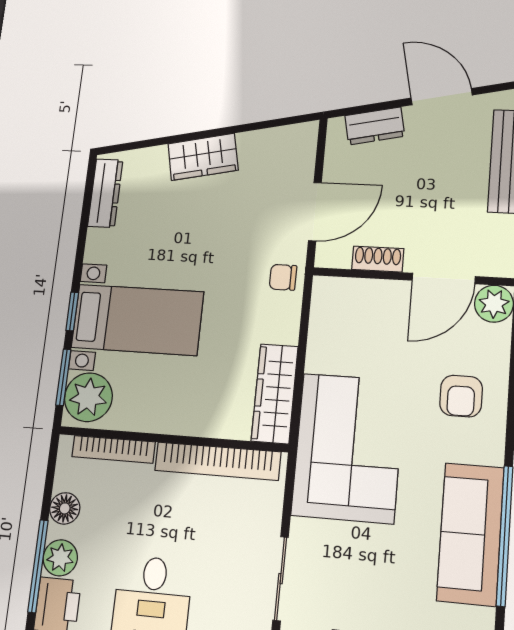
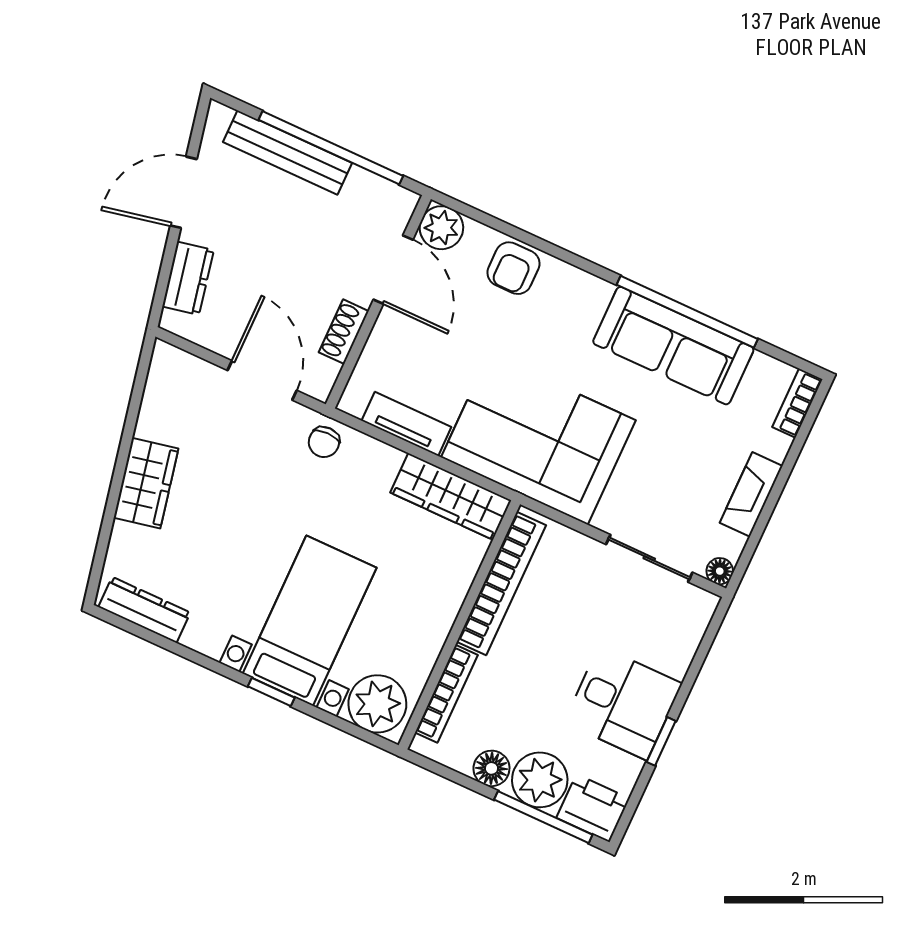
tv unit: (321, 336) -> (406, 424), added
window: (63, 377) -> (344, 725), removed
armchair: (461, 396) -> (513, 268), moved, turned 90
plant: (60, 558) -> (540, 780), width x1.36, depth x1.36

